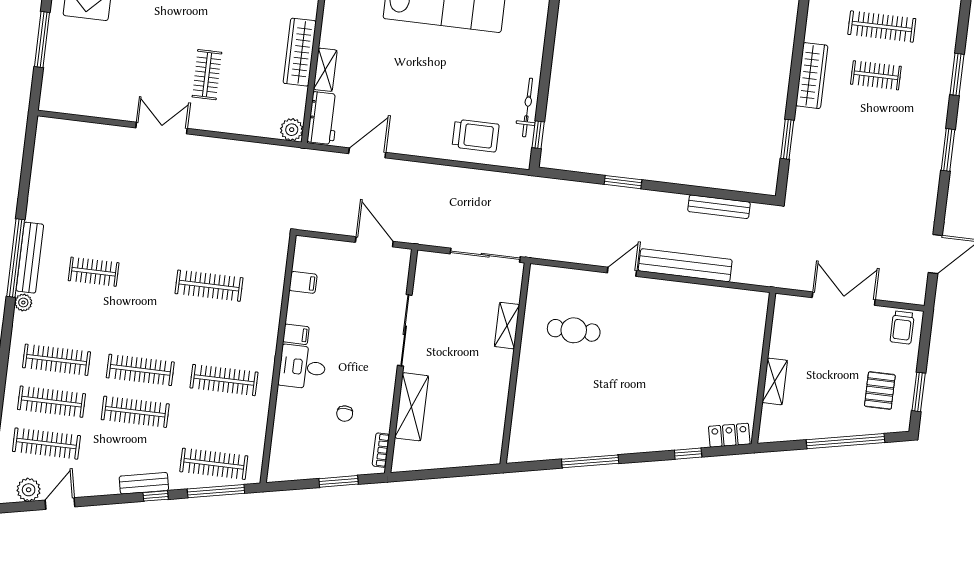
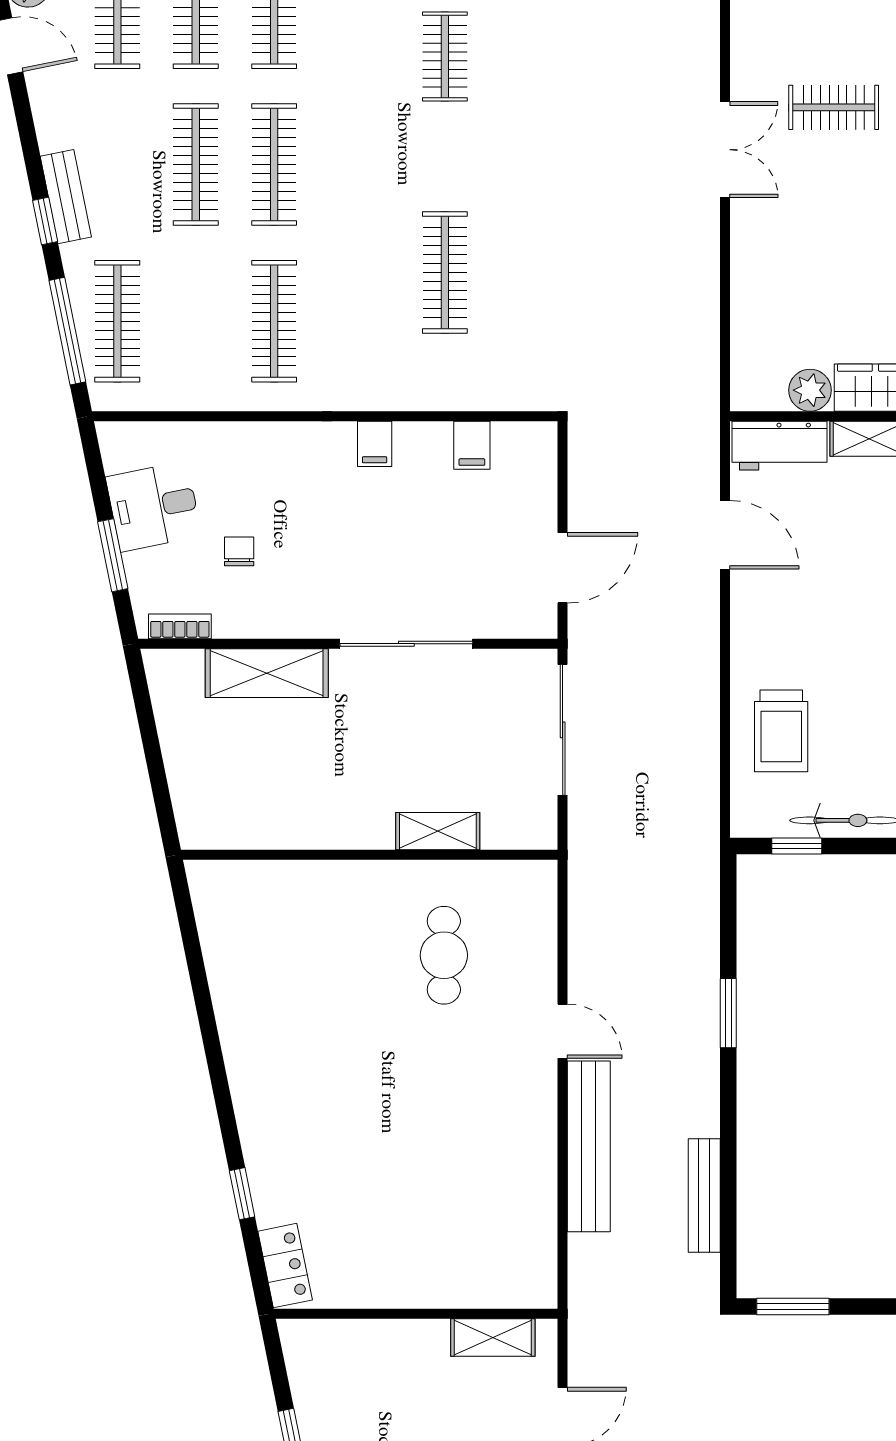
clothes rail: (207, 75) -> (834, 107), moved
plant: (292, 130) -> (810, 390), moved
window: (787, 139) -> (793, 1306), moved
sliding door: (485, 255) -> (563, 730), moved
desk: (302, 367) -> (154, 506), moved, turned -101
shelving: (775, 381) -> (493, 1338), moved
chair: (345, 414) -> (239, 551), turned 90
window: (590, 461) -> (206, 1015), removed

